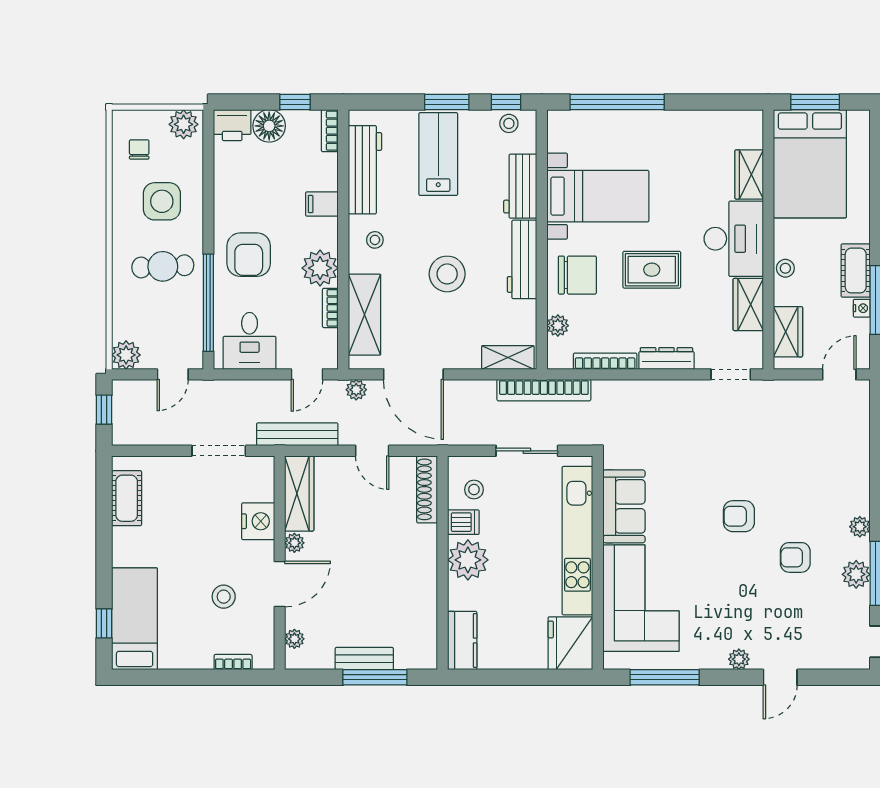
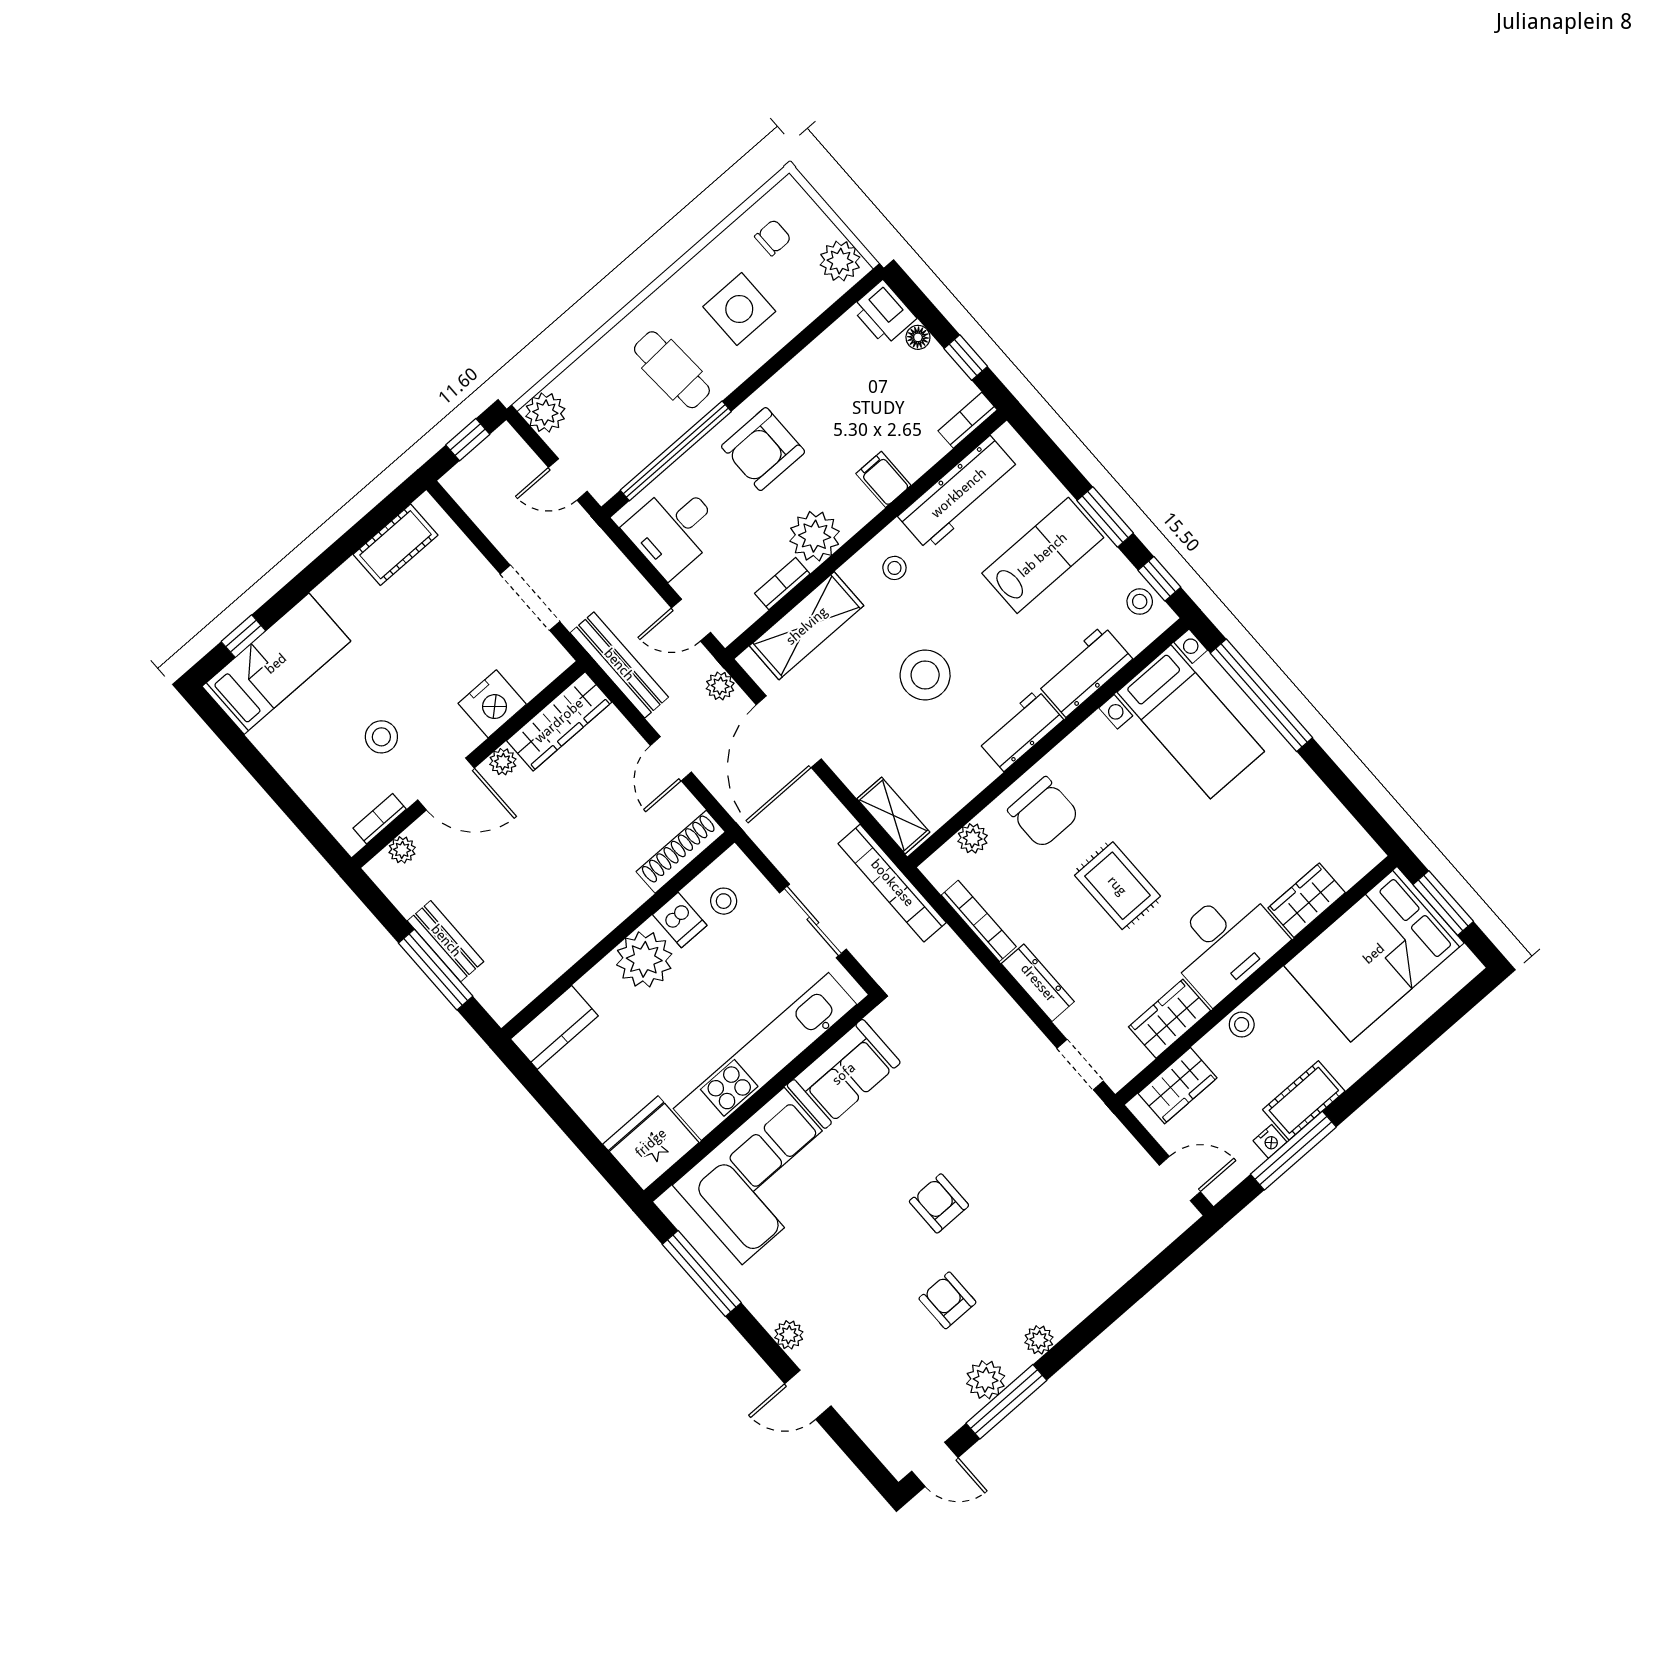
floor lamp: (269, 126) -> (918, 337), width x0.53, depth x0.53
bed with nightstands: (598, 196) -> (1191, 722), moved
workbench: (522, 259) -> (1020, 730), width x0.73
bookcase: (233, 662) -> (380, 819), moved, turned -90

